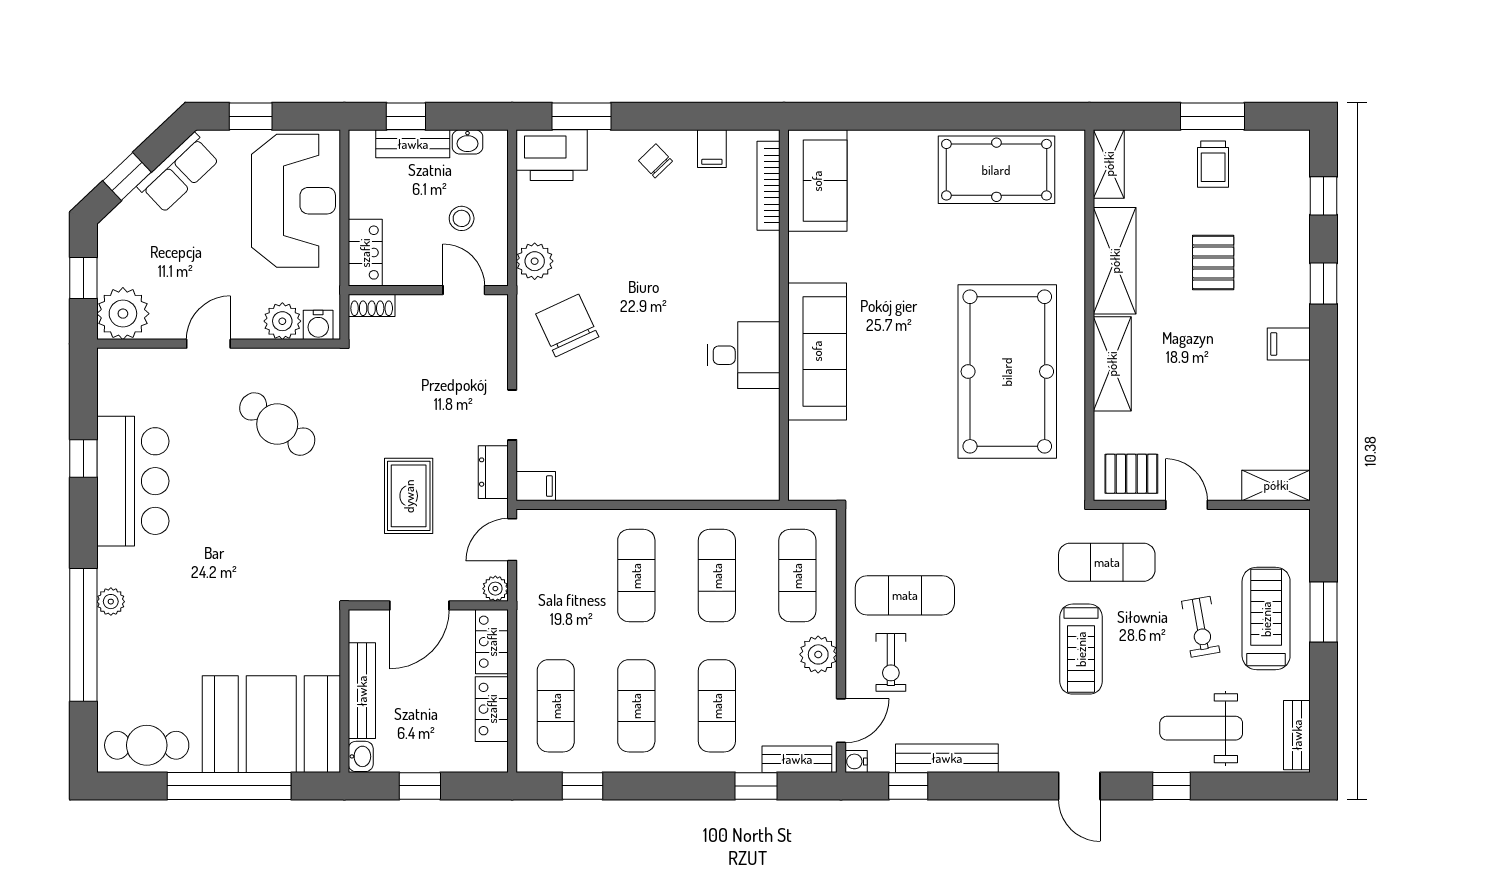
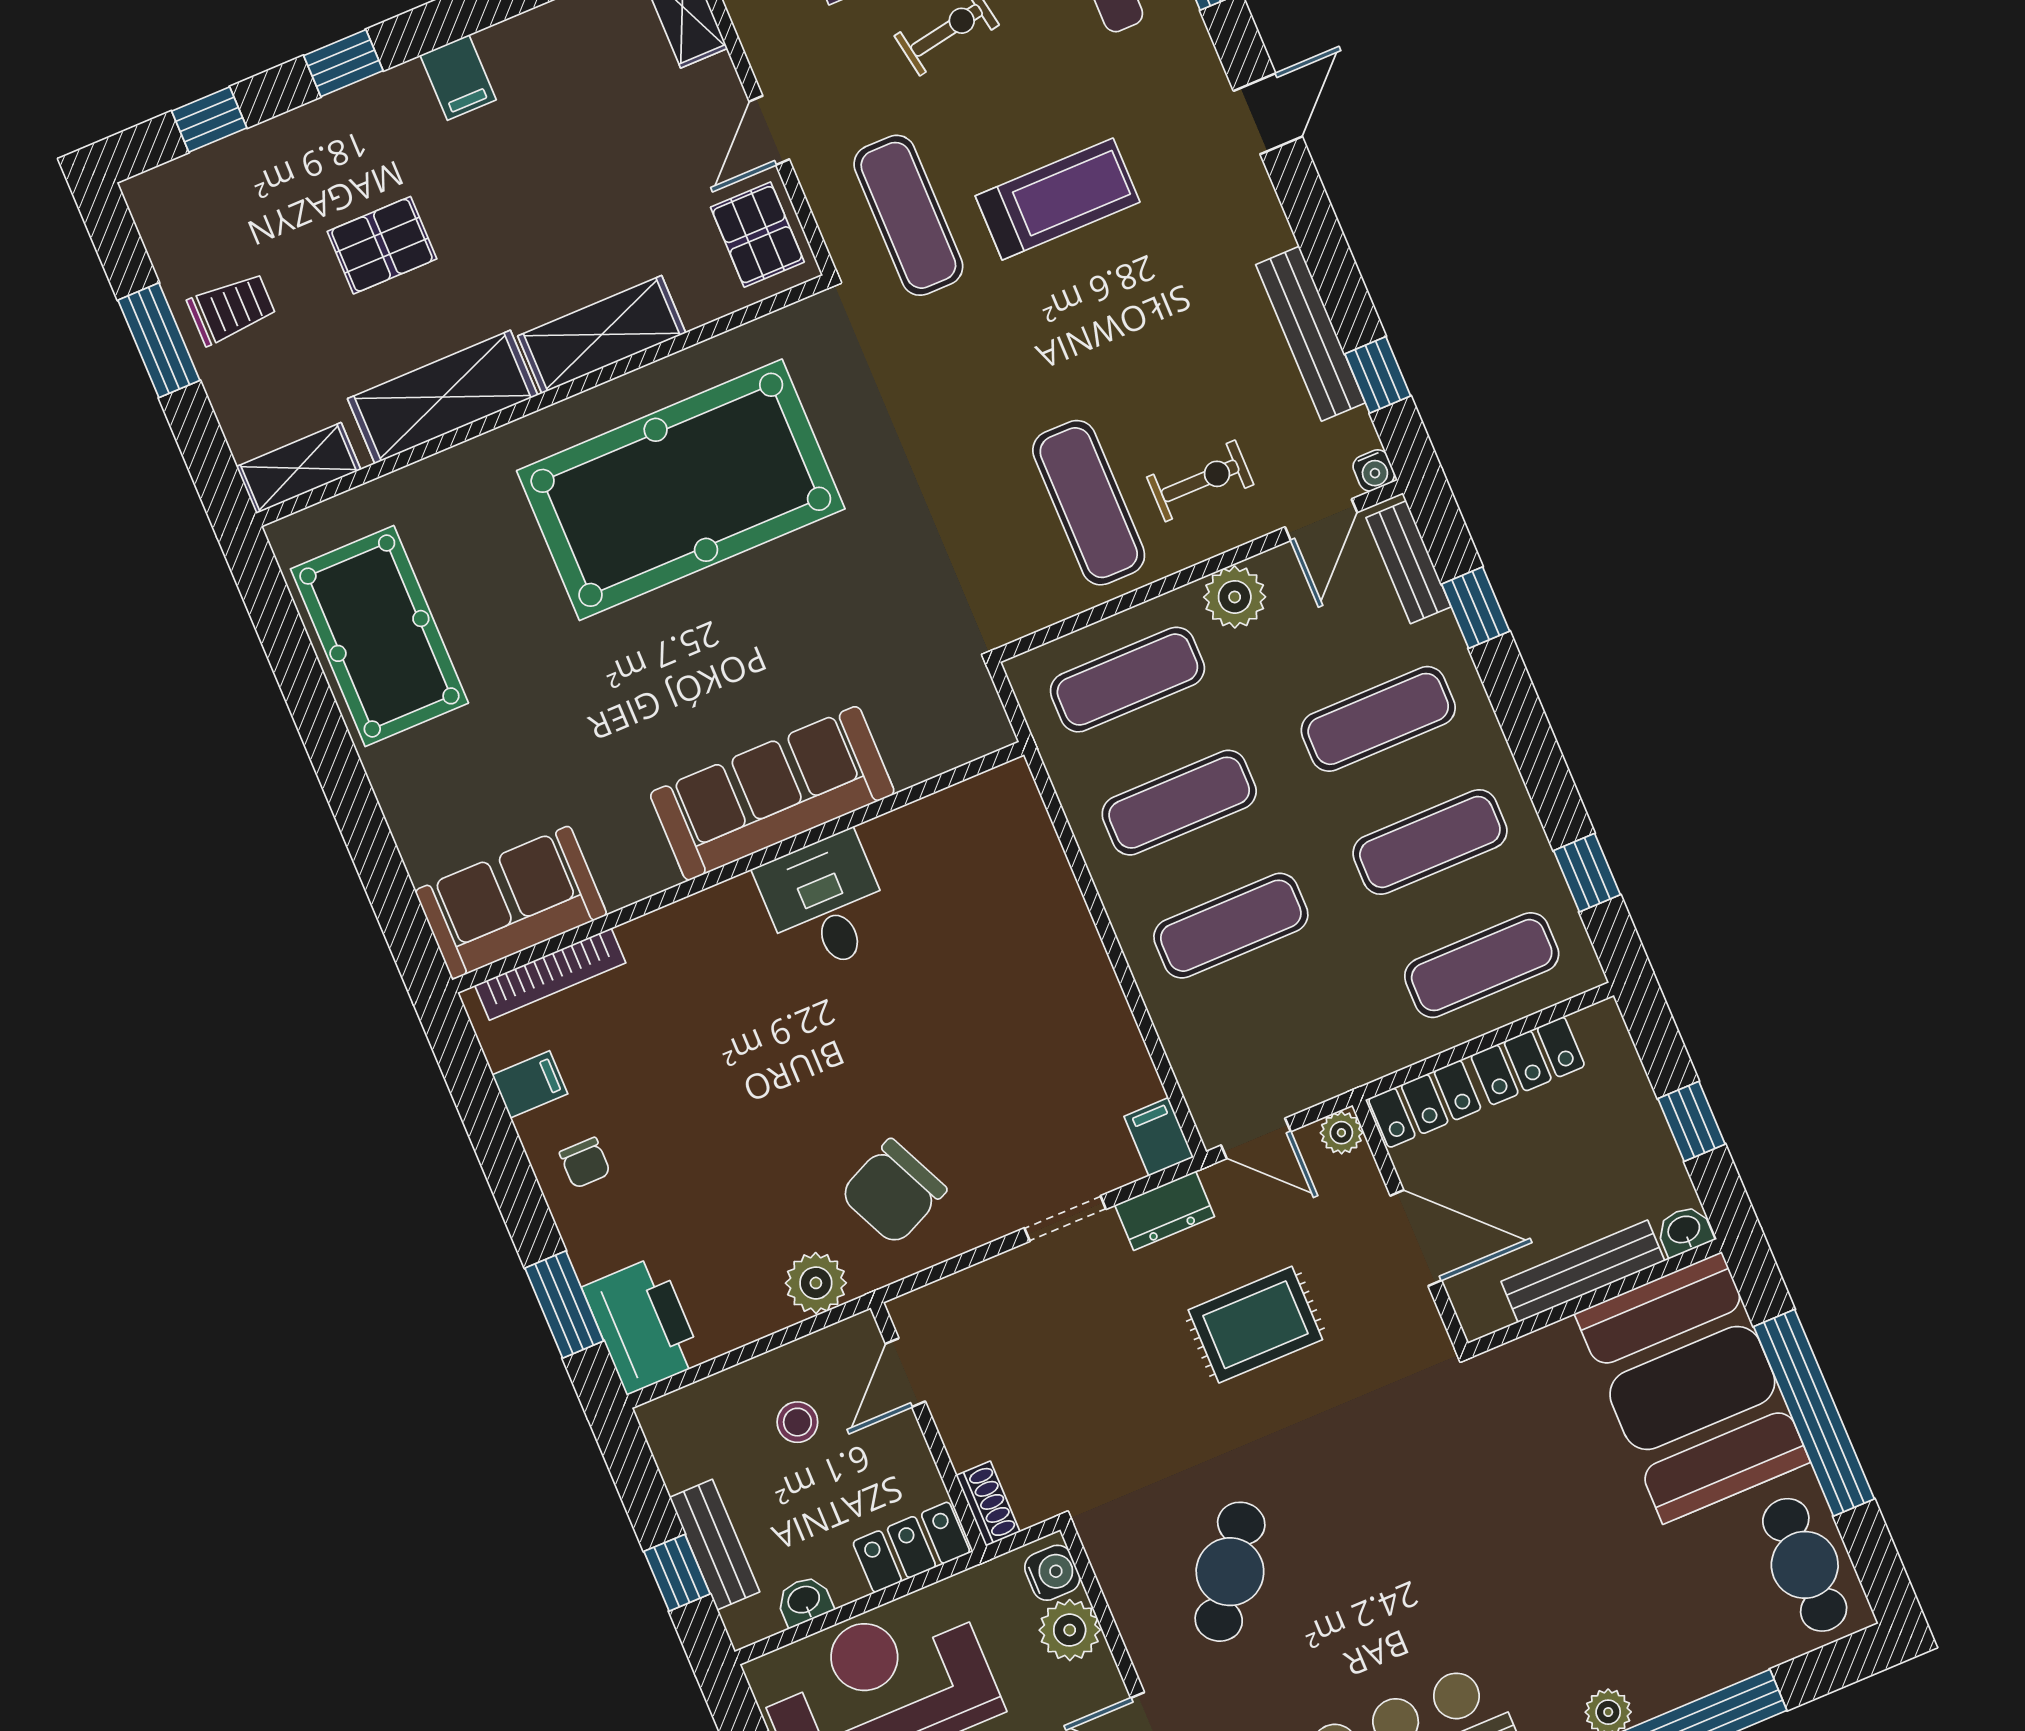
washbasin: (467, 142) -> (804, 1601), moved, turned -90
chair: (655, 161) -> (585, 1163), turned -46
door: (841, 721) -> (1321, 520), swing flipped

